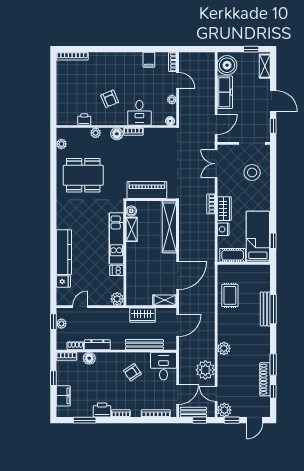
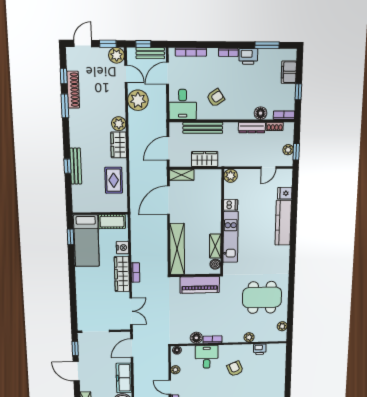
floor lamp: (117, 134) -> (196, 338), moved
stool: (252, 172) -> (95, 304), removed
wardrobe: (224, 209) -> (122, 274), width x1.50
window: (273, 309) -> (67, 166), width x0.46
wardrobe: (224, 329) -> (119, 145), added

